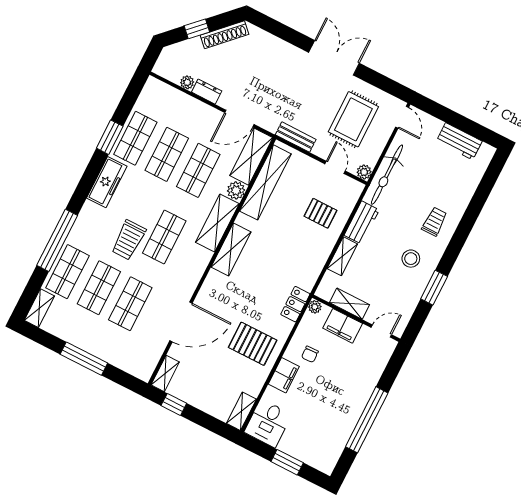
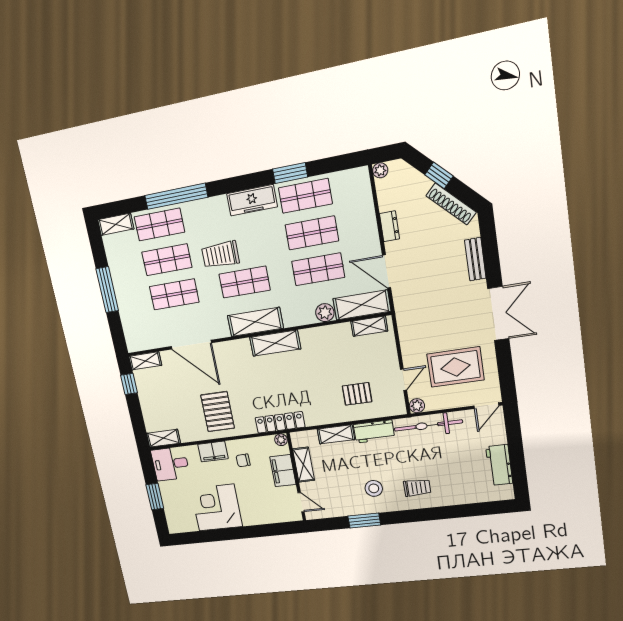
plant: (187, 82) -> (380, 170), moved
bench: (296, 137) -> (475, 259), moved
shelving: (265, 182) -> (369, 326), width x0.45, depth x0.75
pallet: (320, 213) -> (357, 394), turned 90
shelving: (217, 223) -> (255, 322), moved
locker: (295, 304) -> (280, 422), width x1.53
corner desk: (335, 412) -> (217, 508), added
window: (367, 420) -> (229, 534), removed

